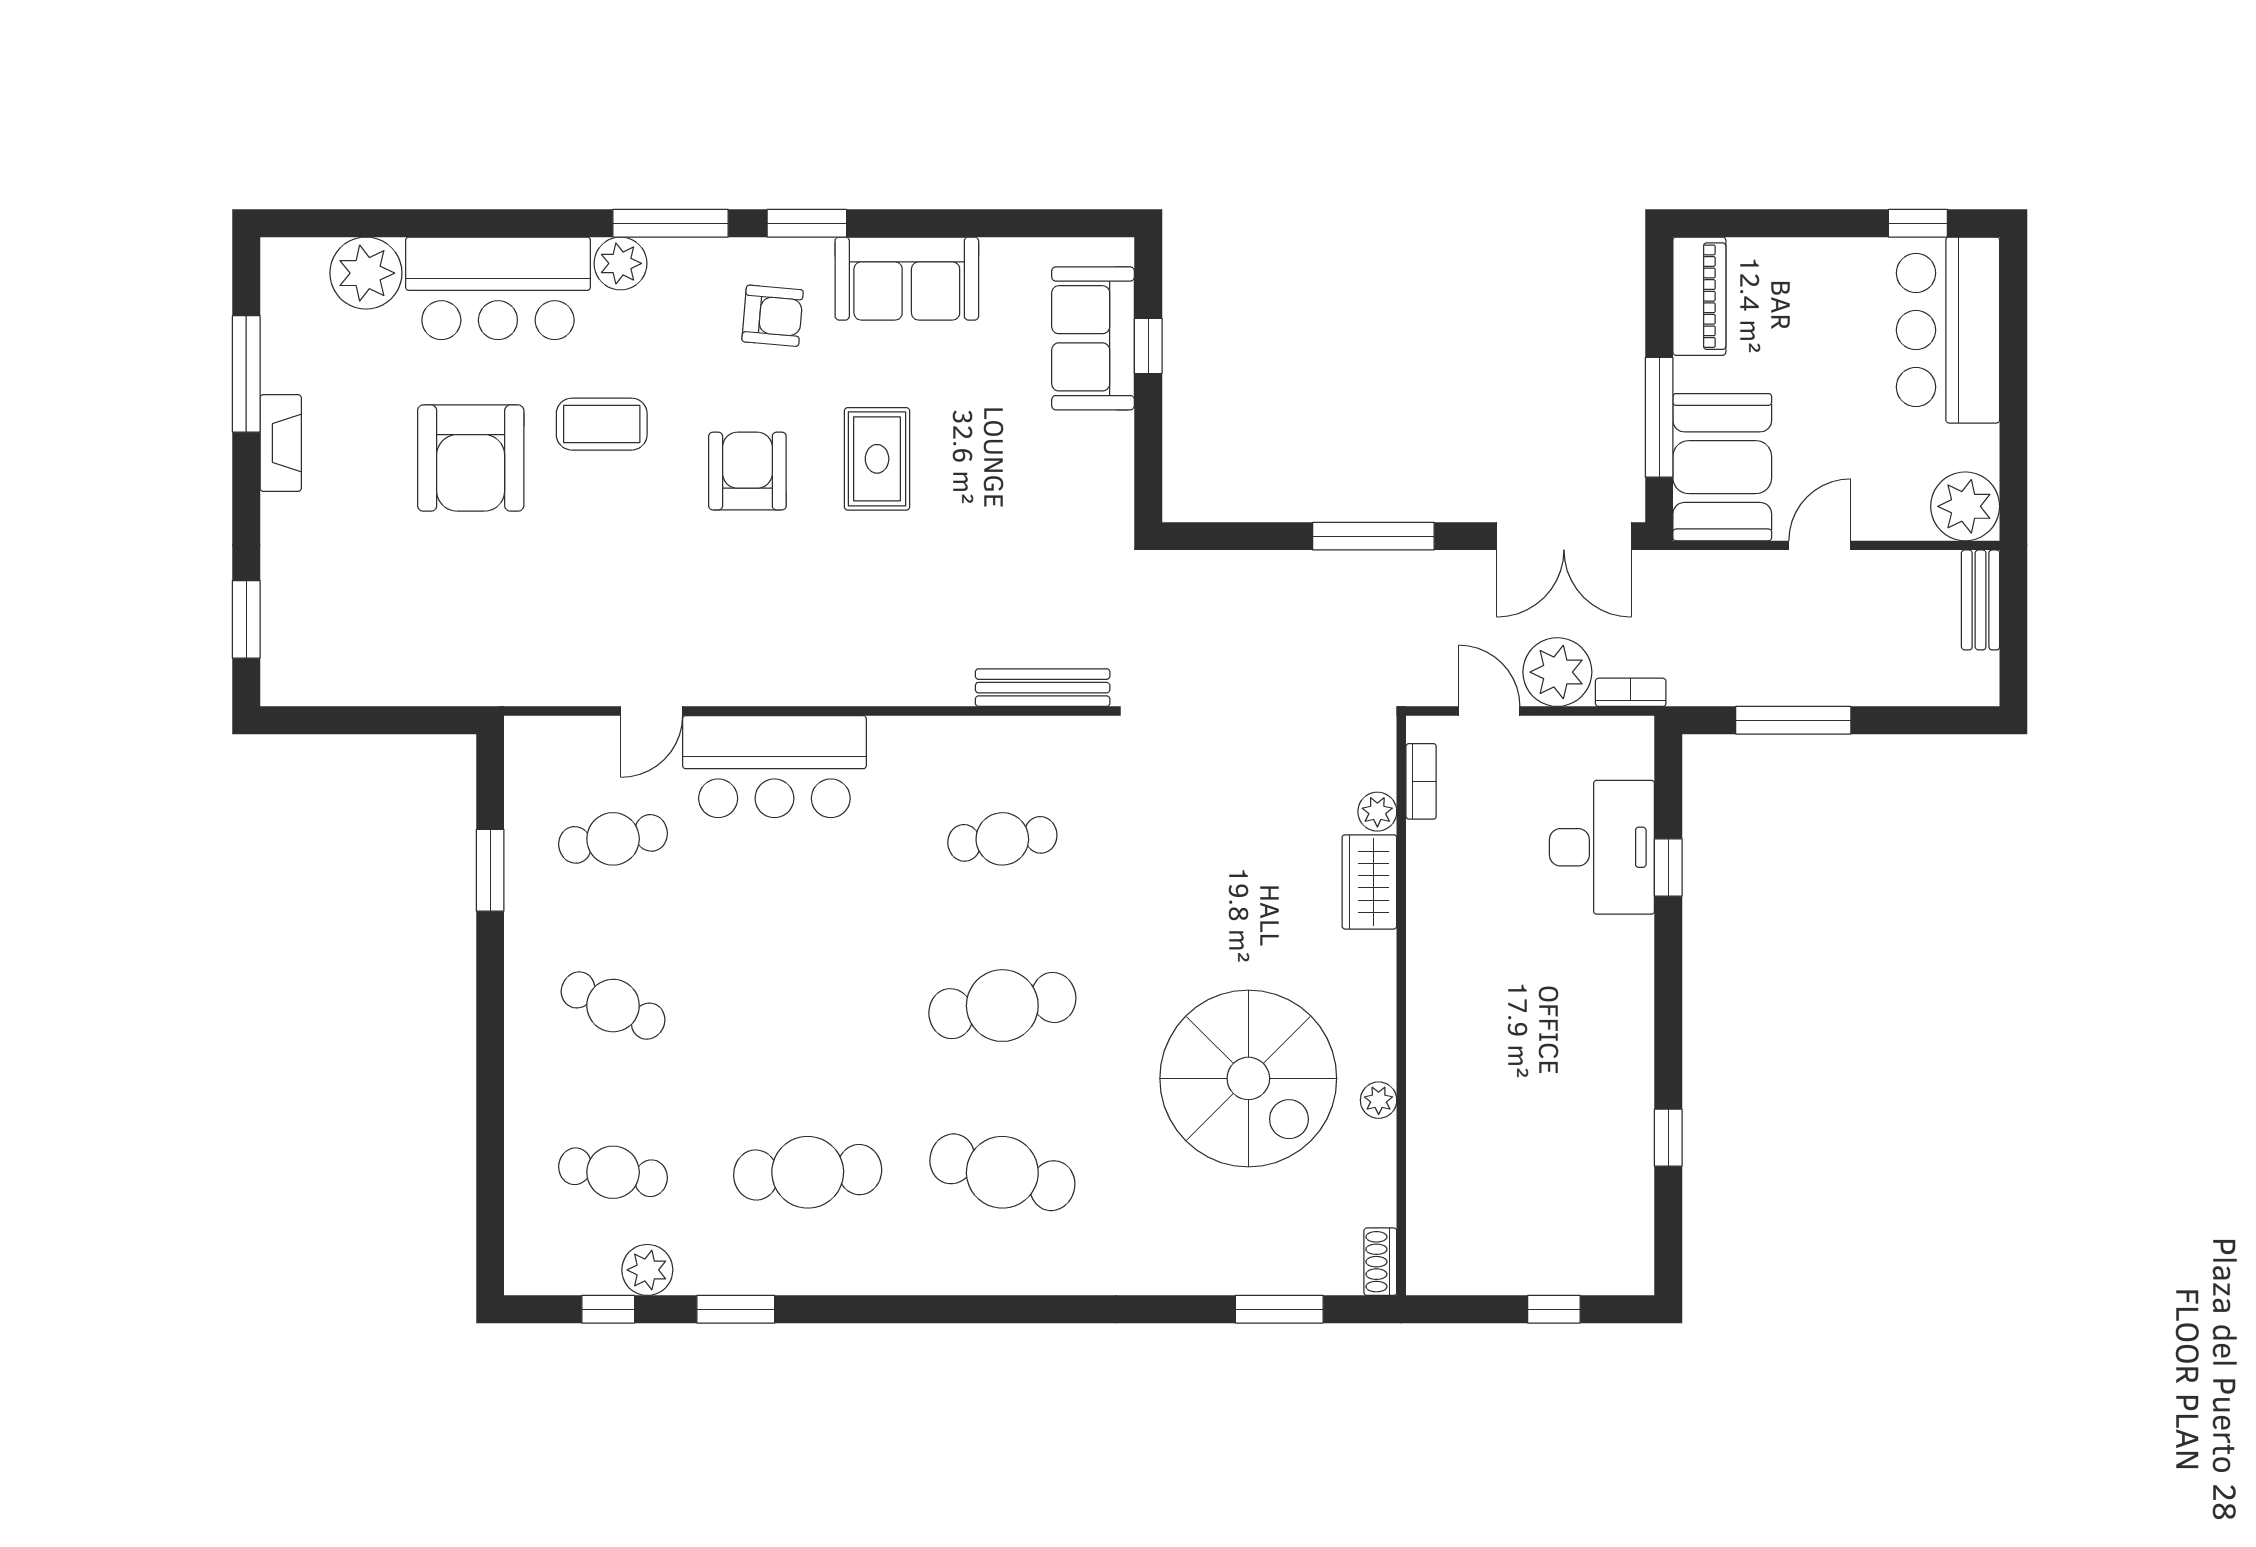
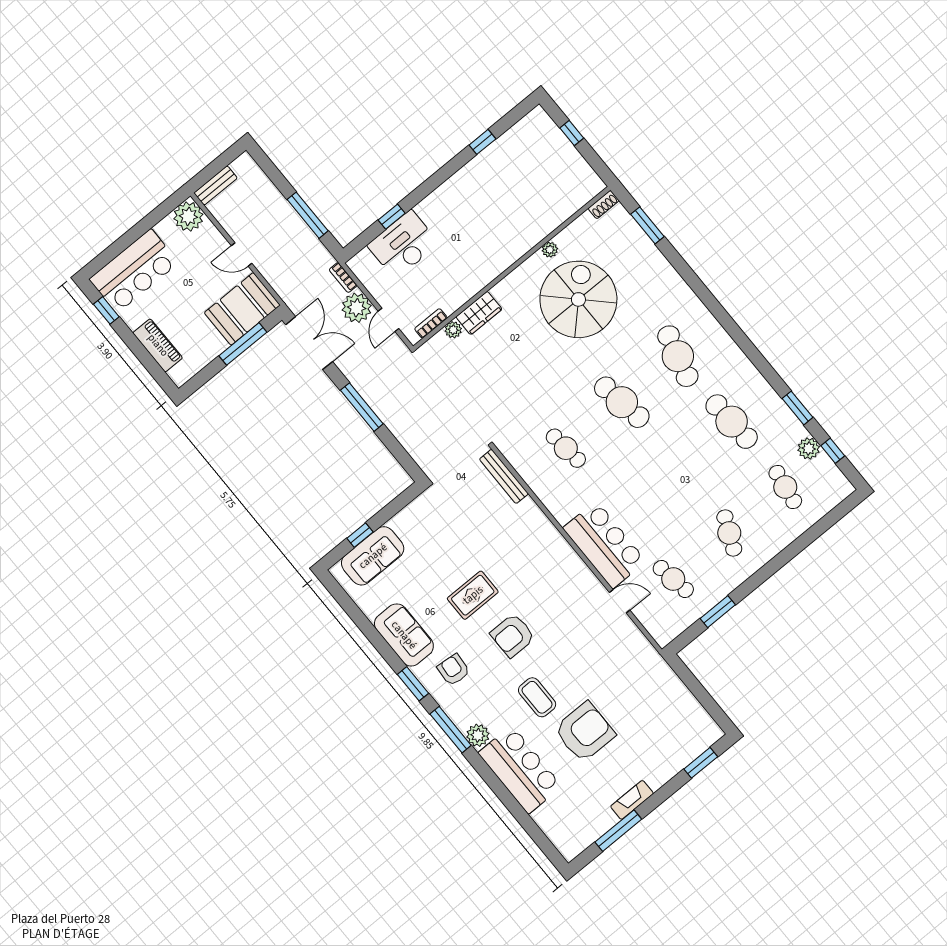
plant: (366, 273) -> (551, 818), removed
piano: (1699, 296) -> (158, 345), moved, turned 90

